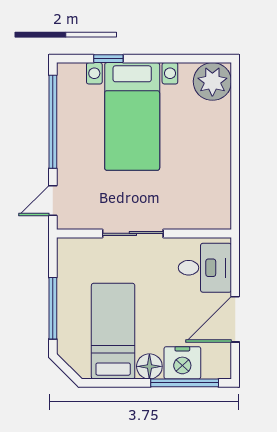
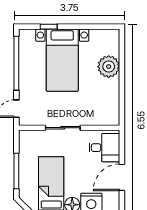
plant: (212, 81) -> (109, 67), moved

